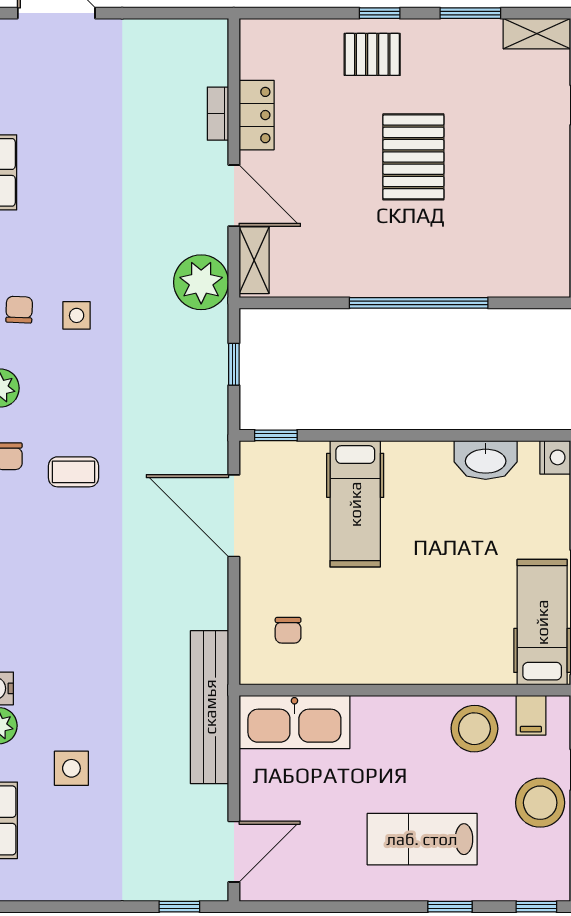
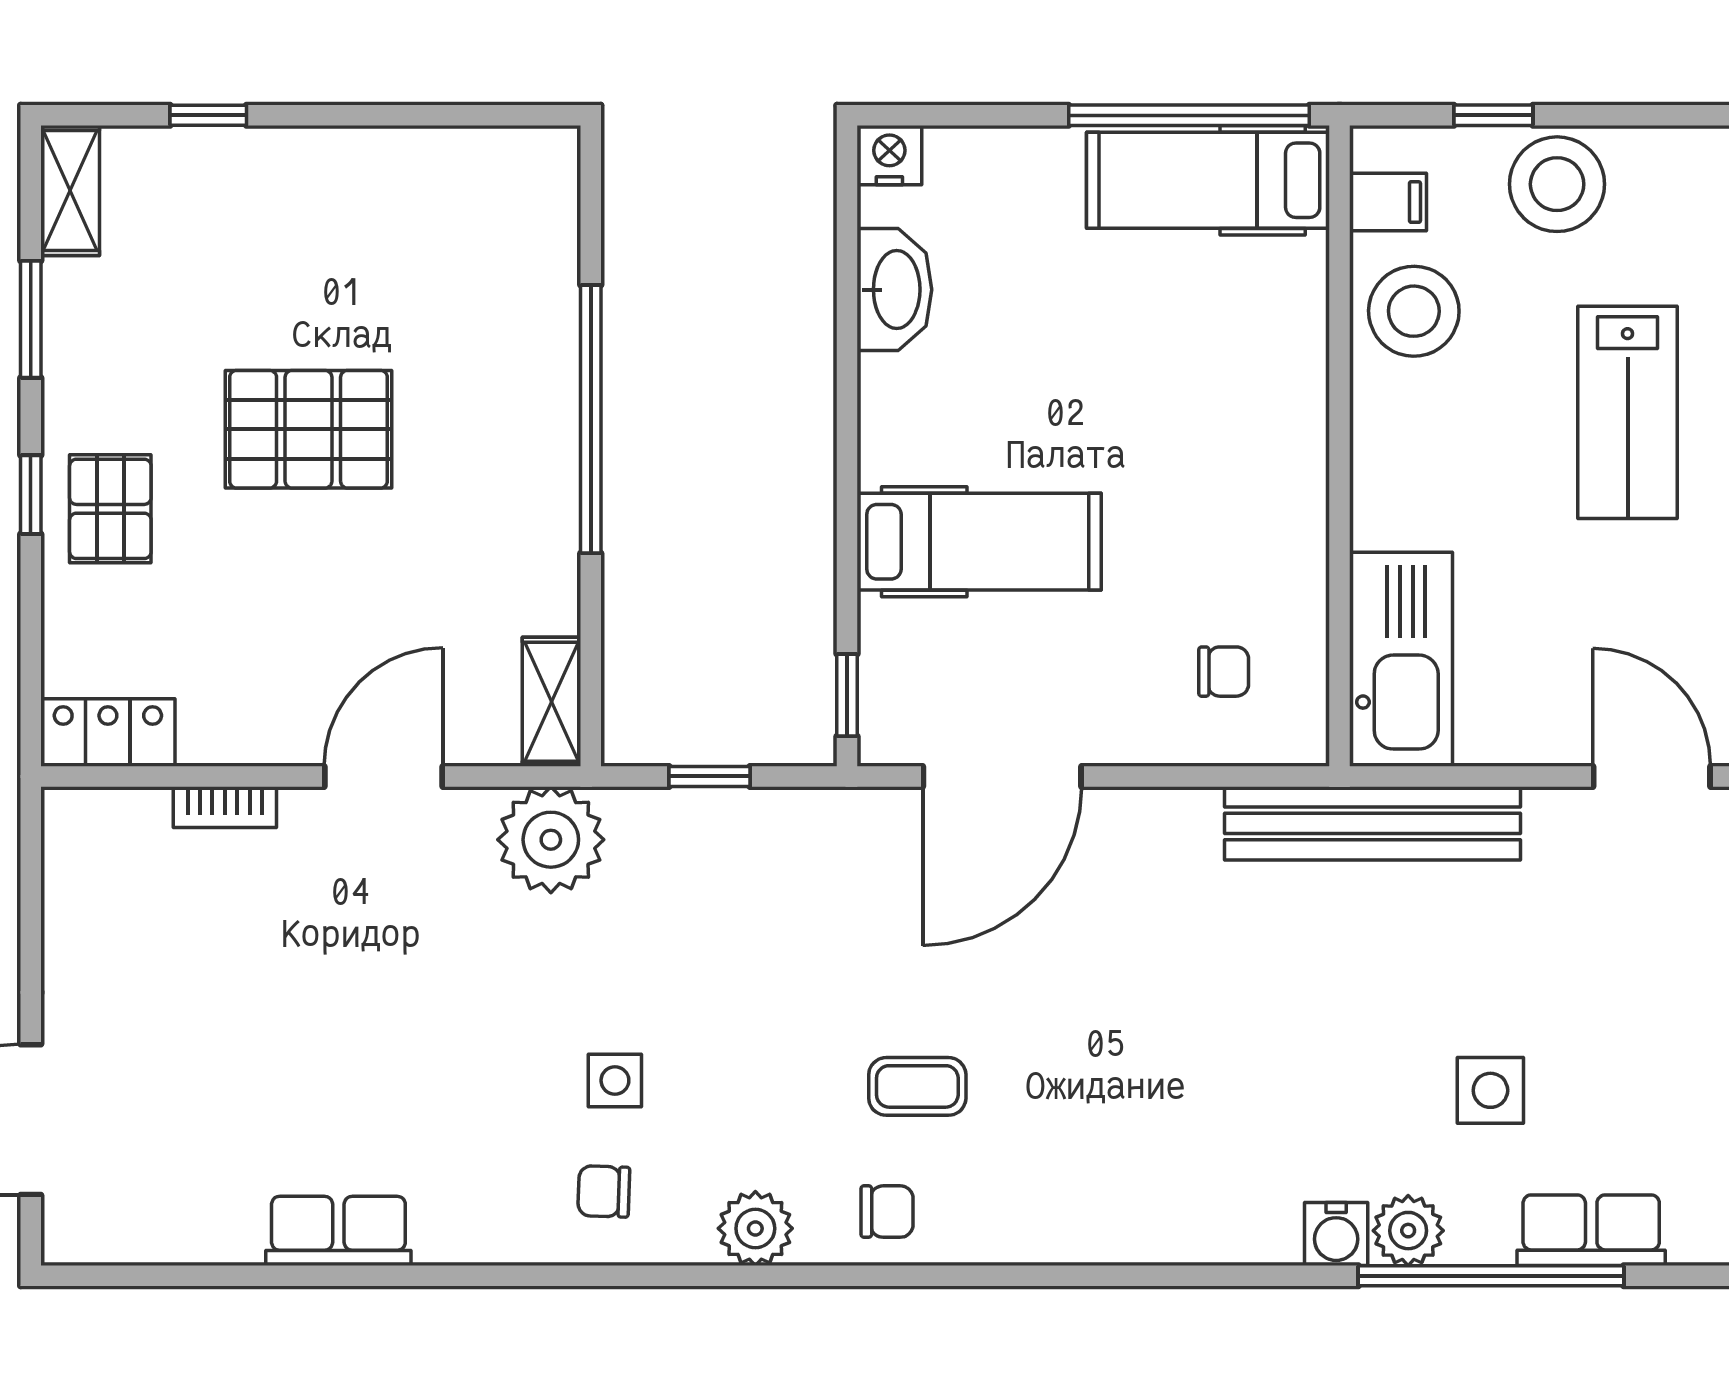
locker: (257, 115) -> (108, 732), moved
shelving: (254, 260) -> (551, 702), moved, turned 90
coffee table: (73, 472) -> (917, 1086), turned 90

